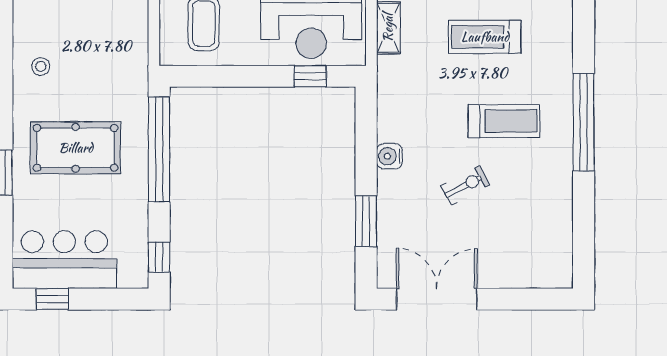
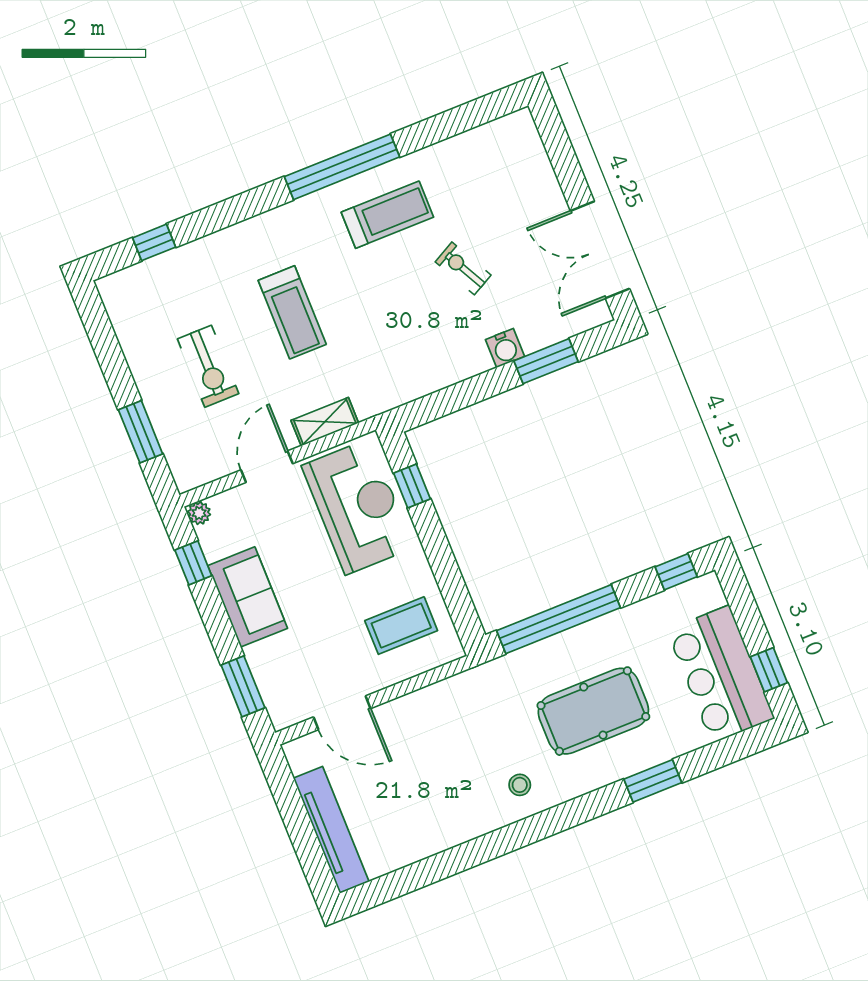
treadmill: (504, 121) -> (387, 215), moved, turned 90
pool table: (76, 148) -> (593, 711), turned 90
water cooler: (389, 156) -> (505, 348), moved

